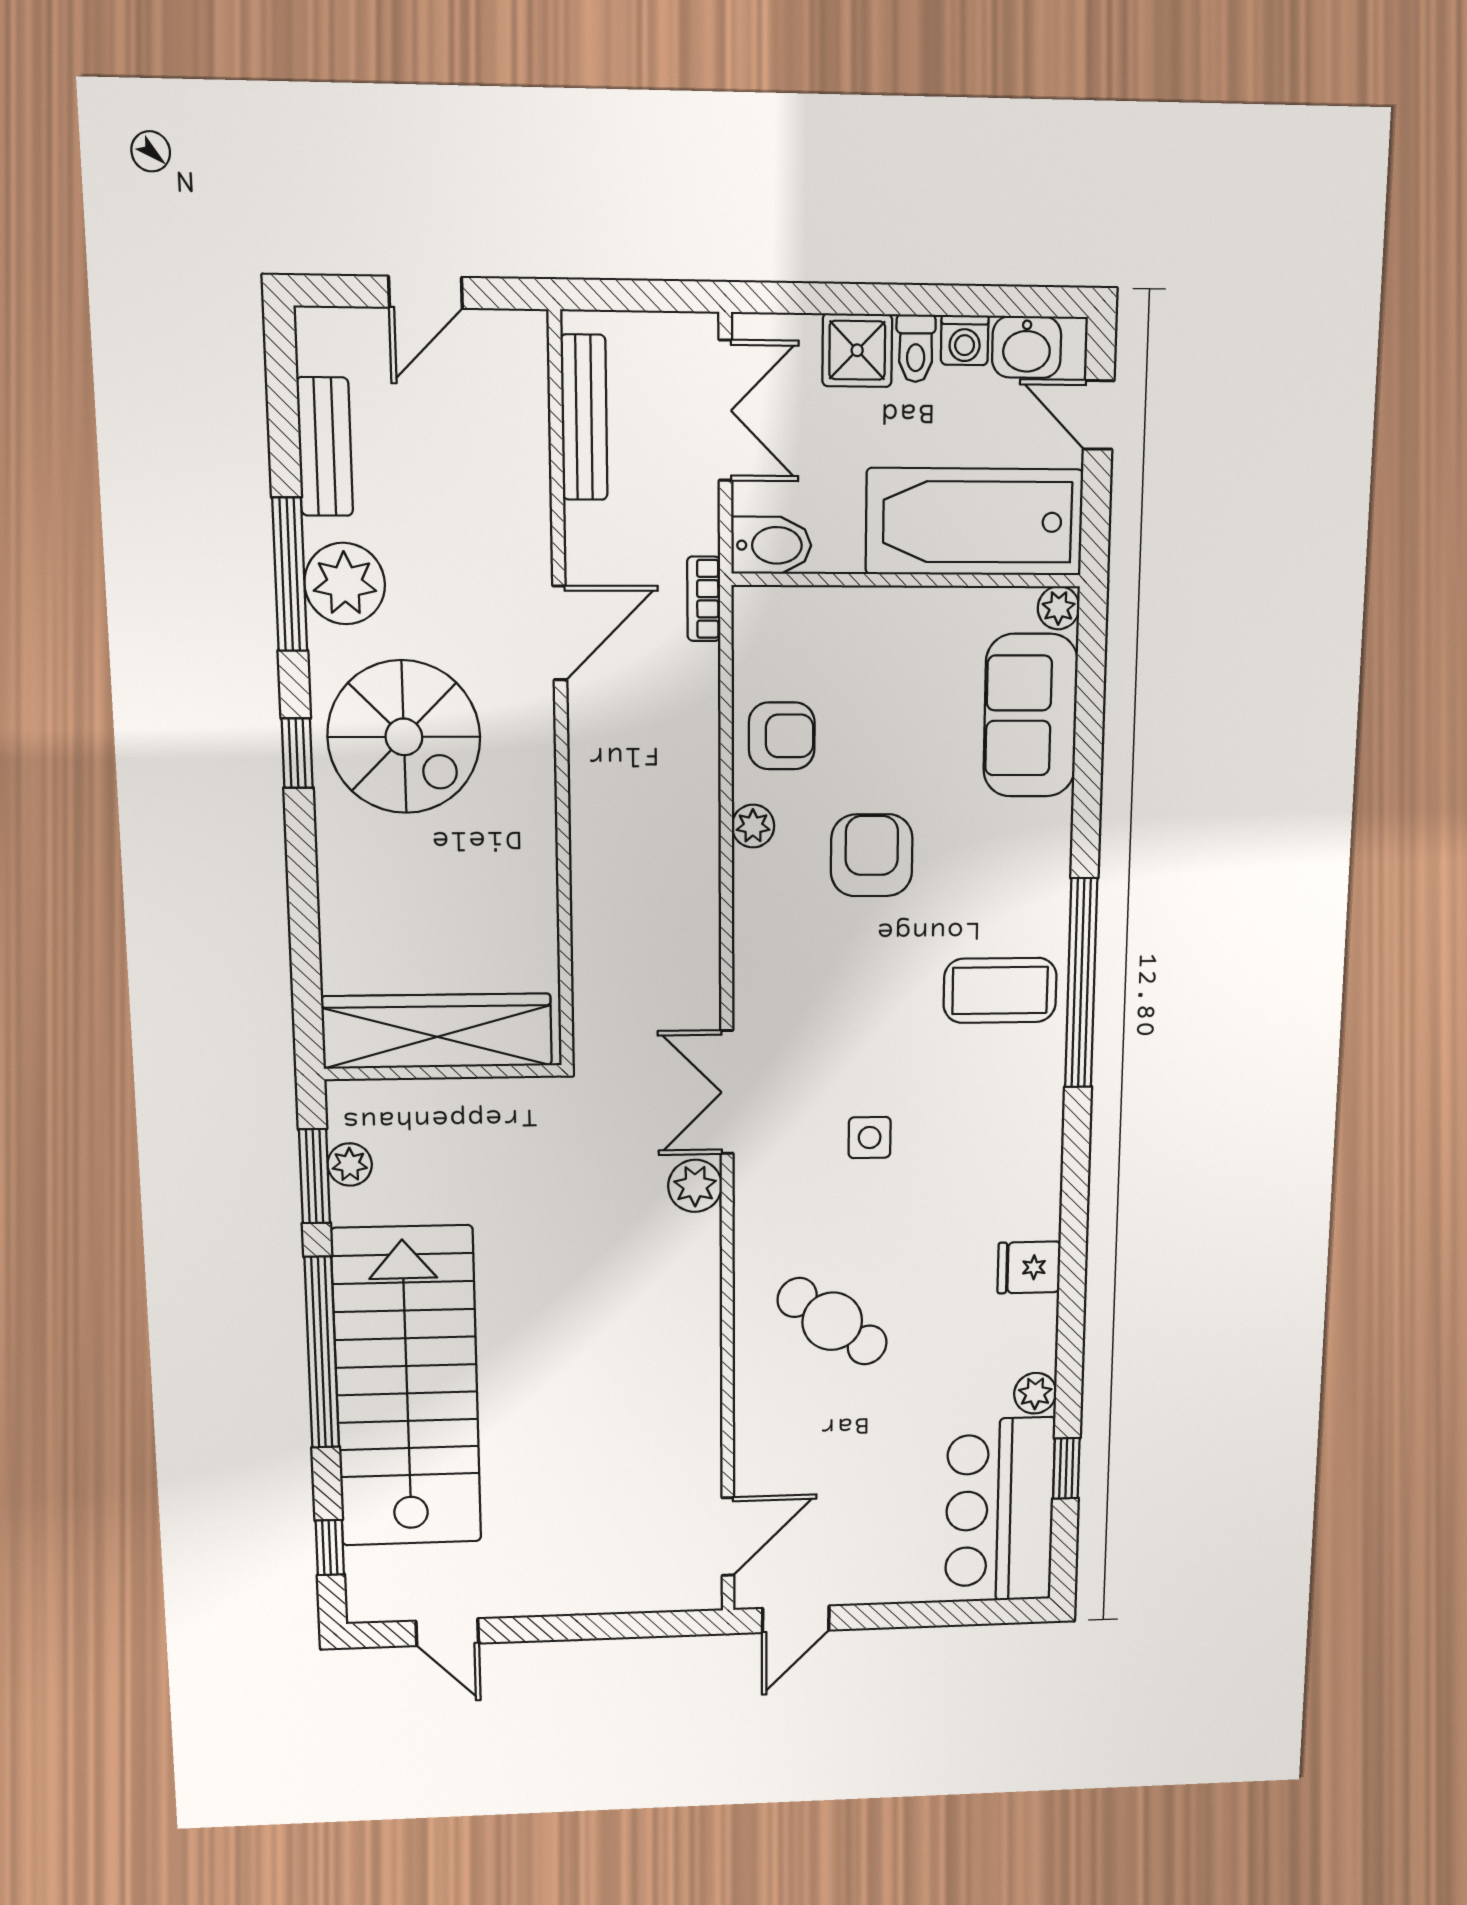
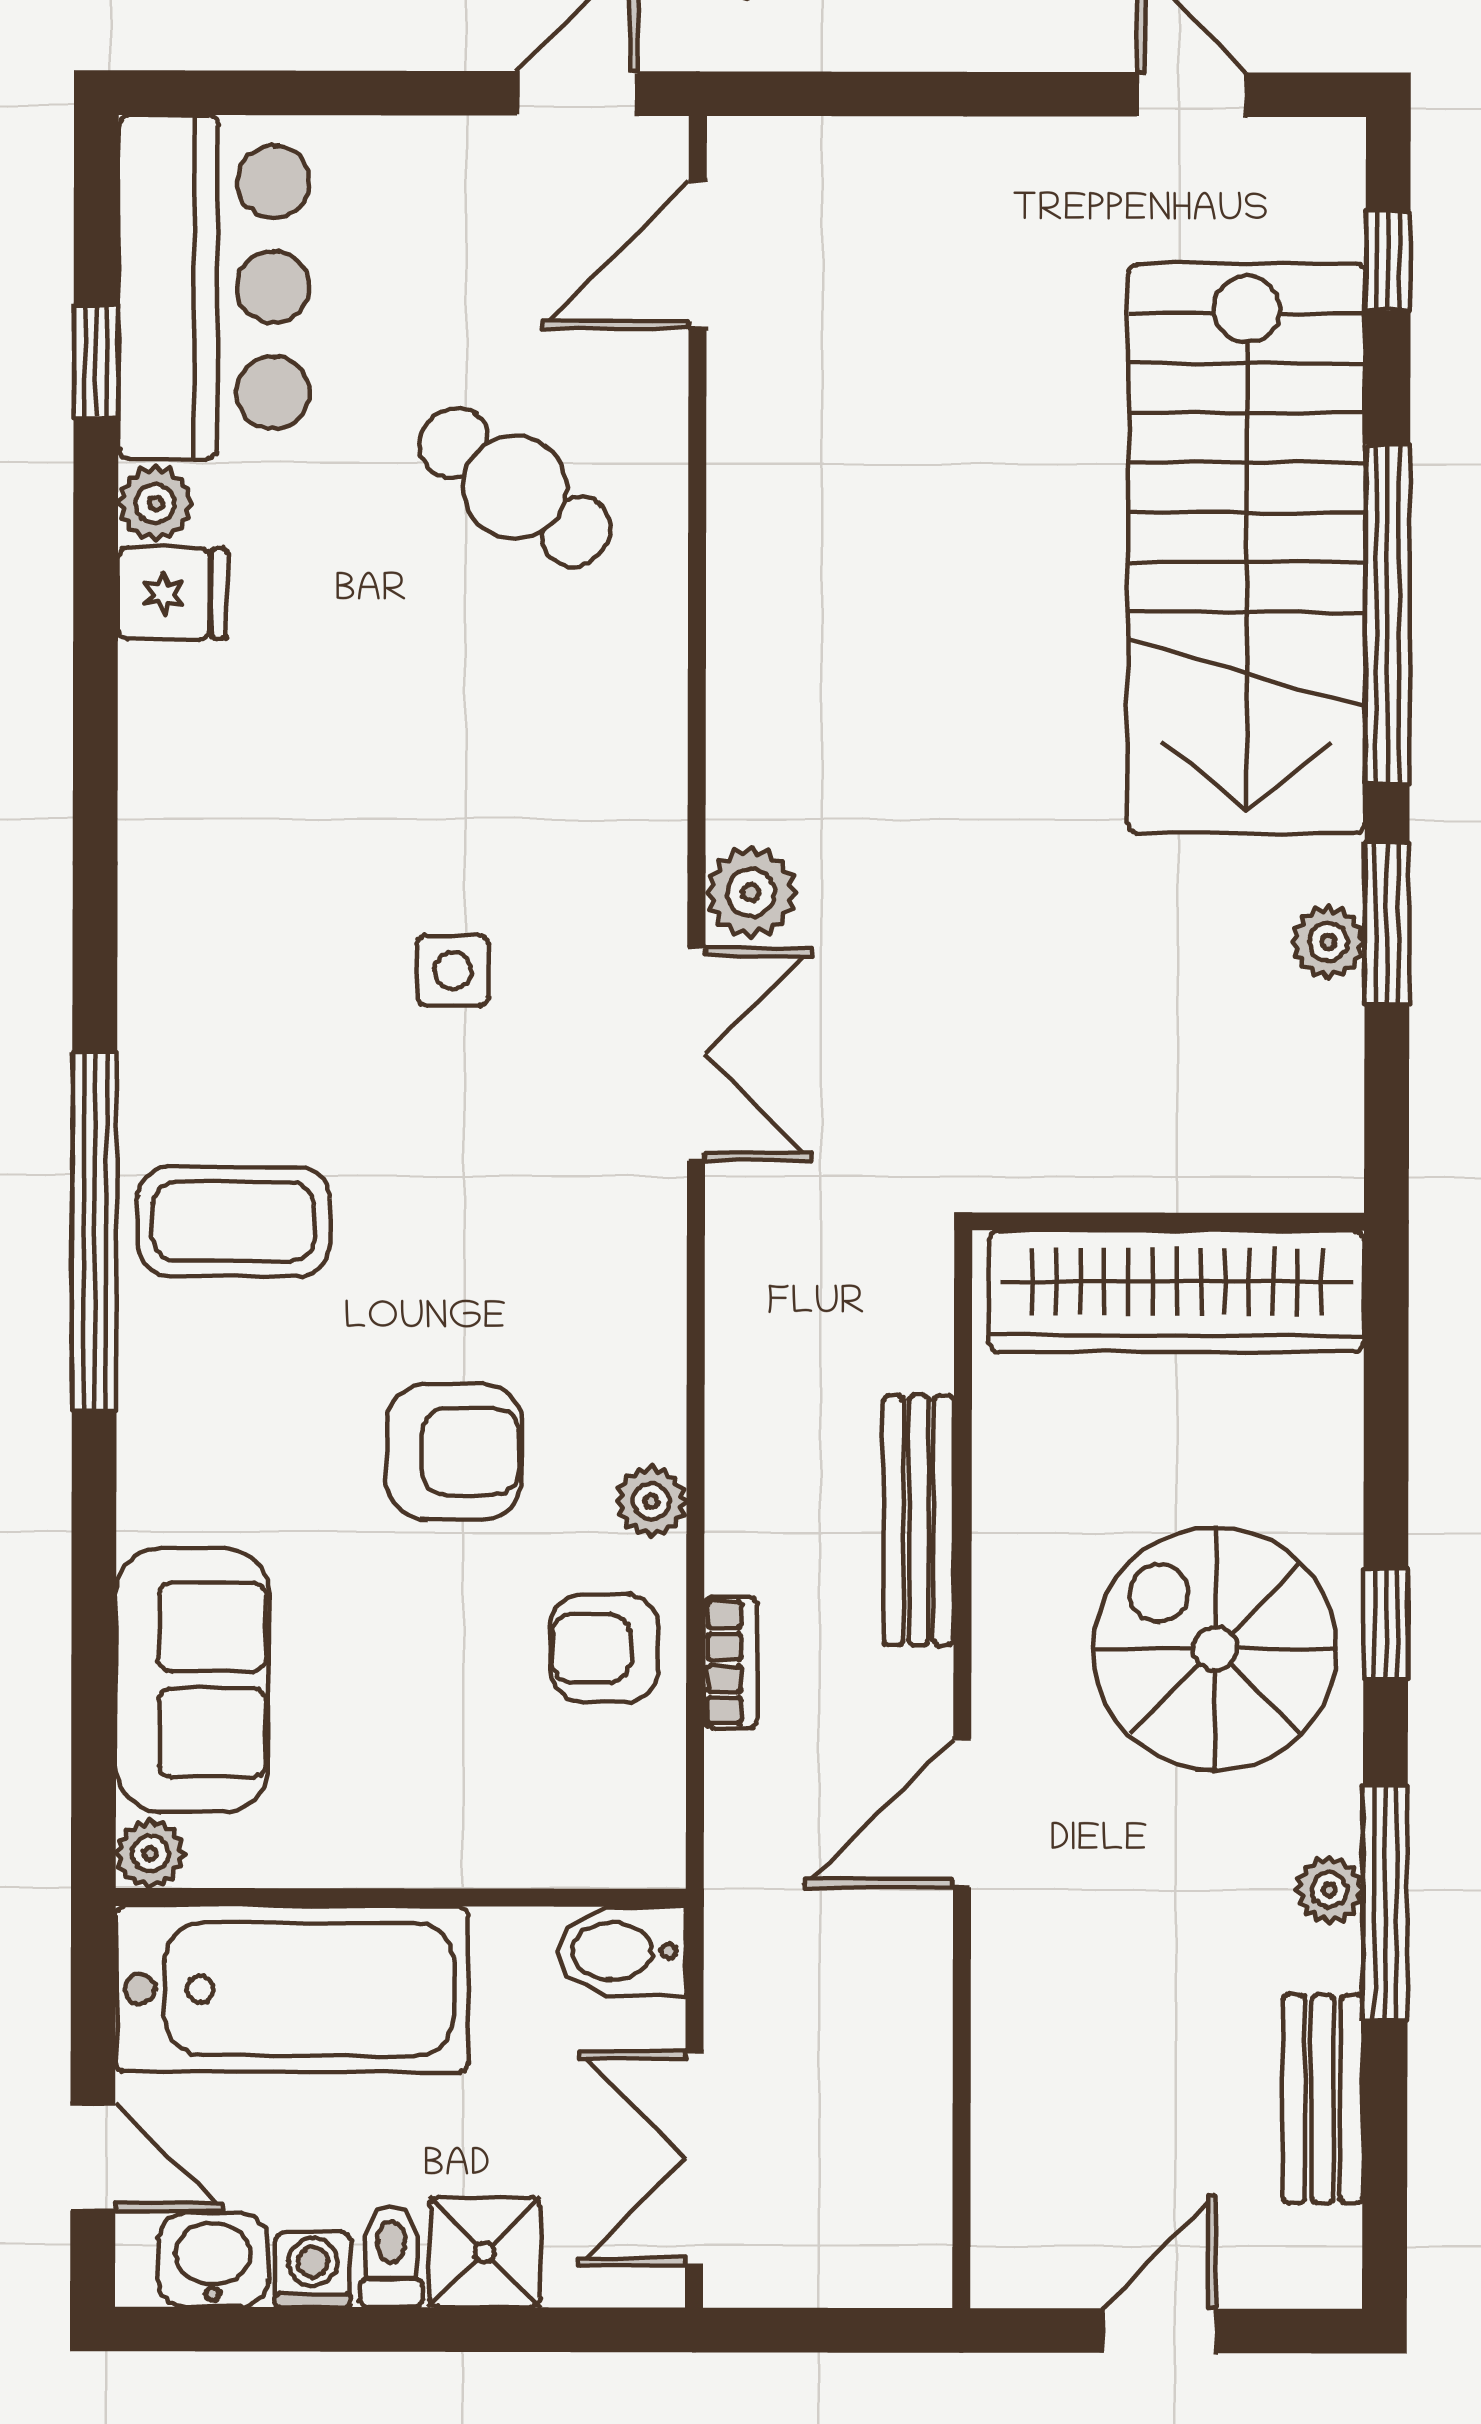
bench: (584, 418) -> (919, 1520), moved
plant: (345, 584) -> (1329, 1890), width x0.53, depth x0.53
bookcase: (704, 599) -> (731, 1662), moved
armchair: (872, 855) -> (454, 1452), turned -90
wardrobe: (437, 1031) -> (1176, 1291), moved
wall: (443, 1072) -> (1168, 1222), moved
fridge: (1029, 1267) -> (172, 594), moved
cafe table: (832, 1321) -> (515, 487), moved

